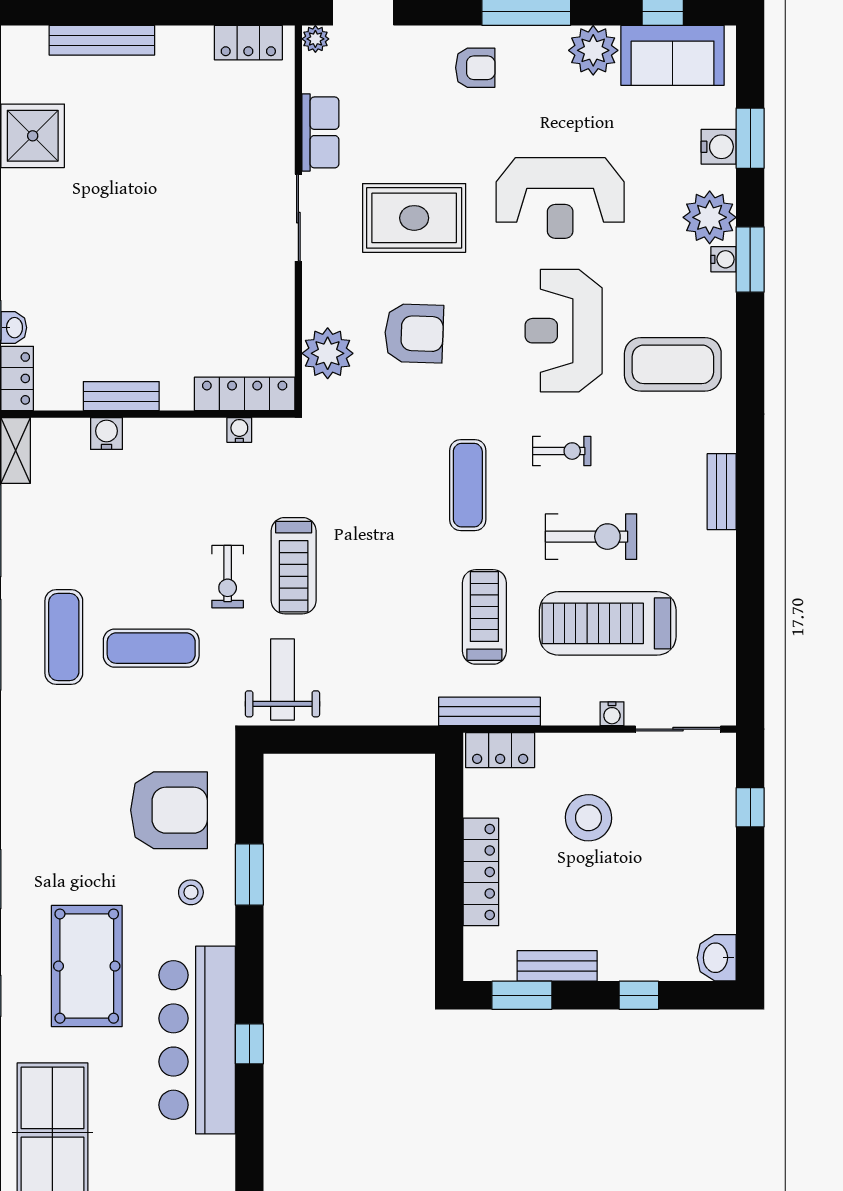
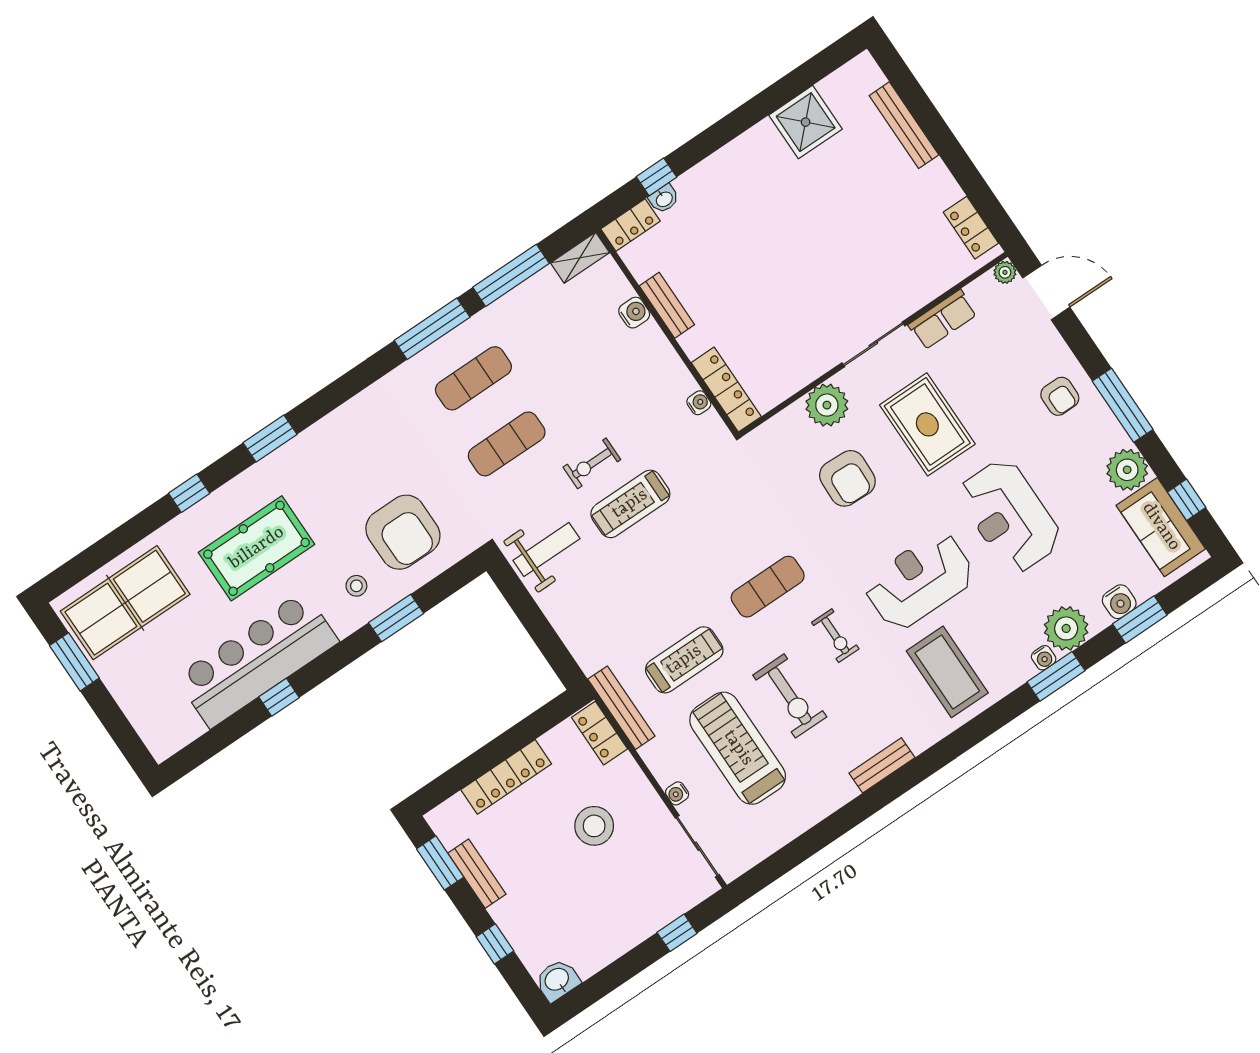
plant: (328, 353) -> (827, 405), moved
exercise mat: (151, 648) -> (507, 444), turned 90

